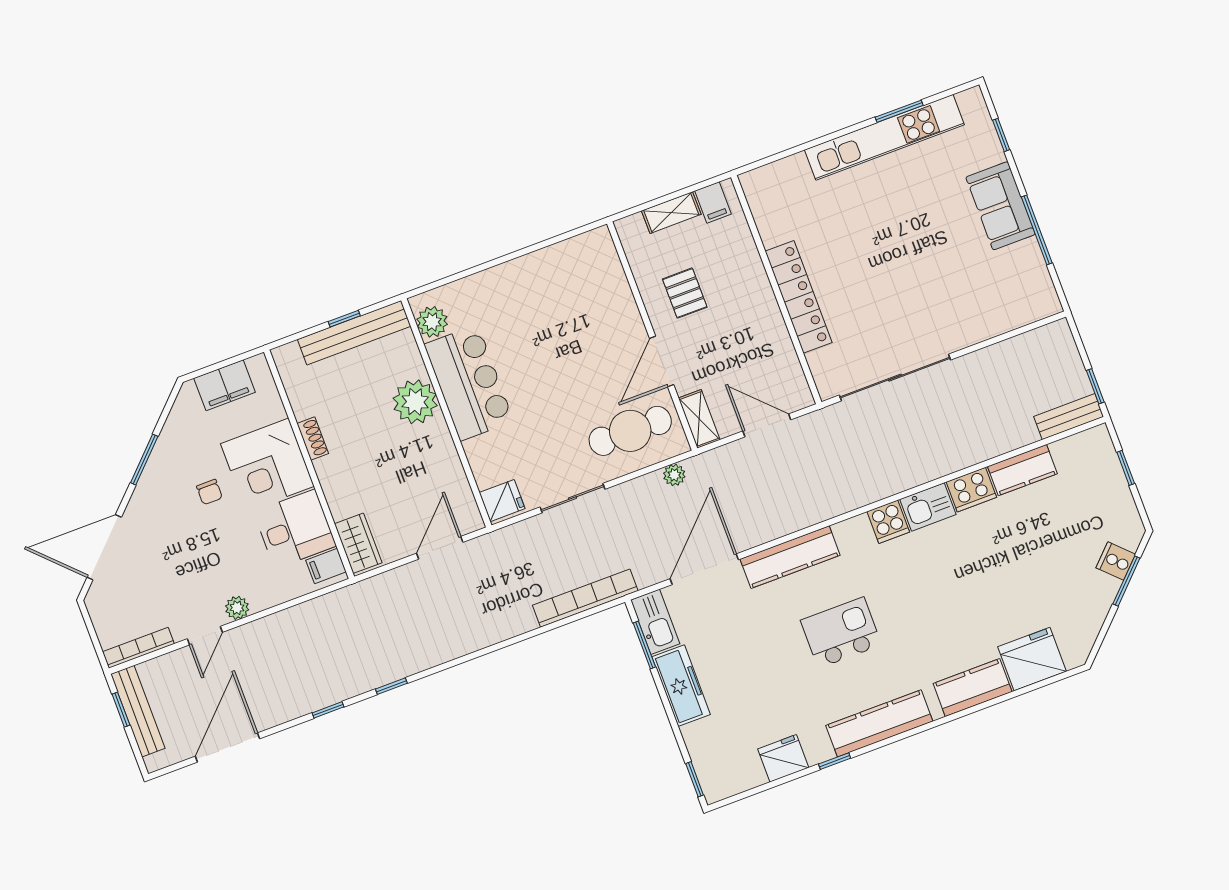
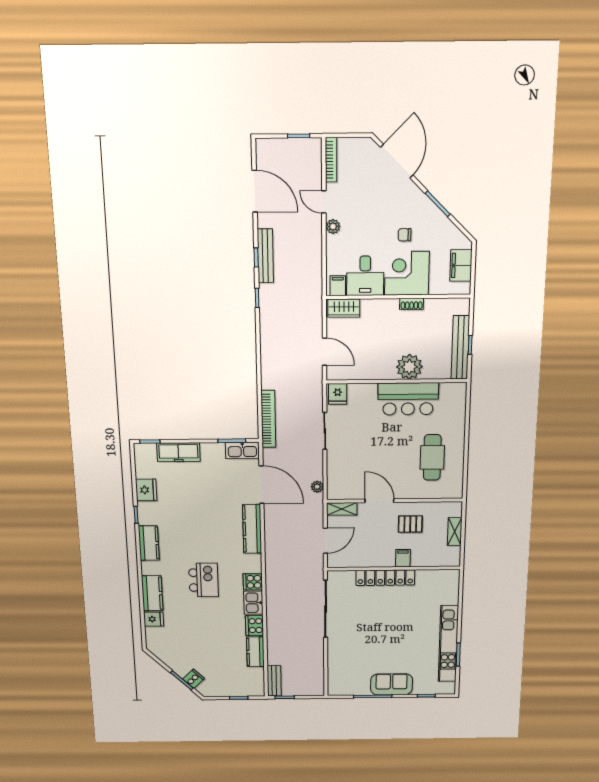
filing cabinet: (713, 202) -> (403, 558), moved, turned 90
plant: (432, 322) -> (449, 391), removed
cafe table: (630, 431) -> (432, 457), moved
kitchen island: (841, 633) -> (203, 580), moved
fridge: (1032, 659) -> (154, 619), width x0.53, depth x0.75
freezer: (681, 686) -> (178, 452), moved
bench: (138, 711) -> (265, 256), moved, turned 90
kitchen counter: (879, 723) -> (149, 543), width x0.67

